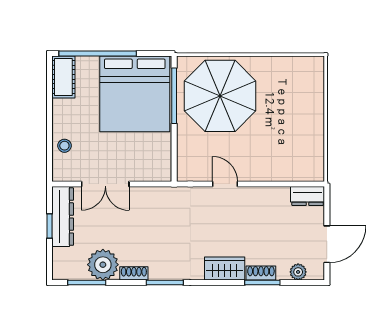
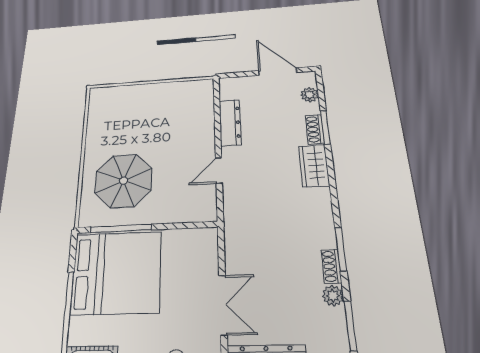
parasol: (220, 96) -> (123, 181), width x0.73, depth x0.73
dresser: (308, 196) -> (230, 123), moved, width x1.44
plant: (103, 265) -> (333, 296), width x0.53, depth x0.53
window: (165, 283) -> (341, 249), moved

